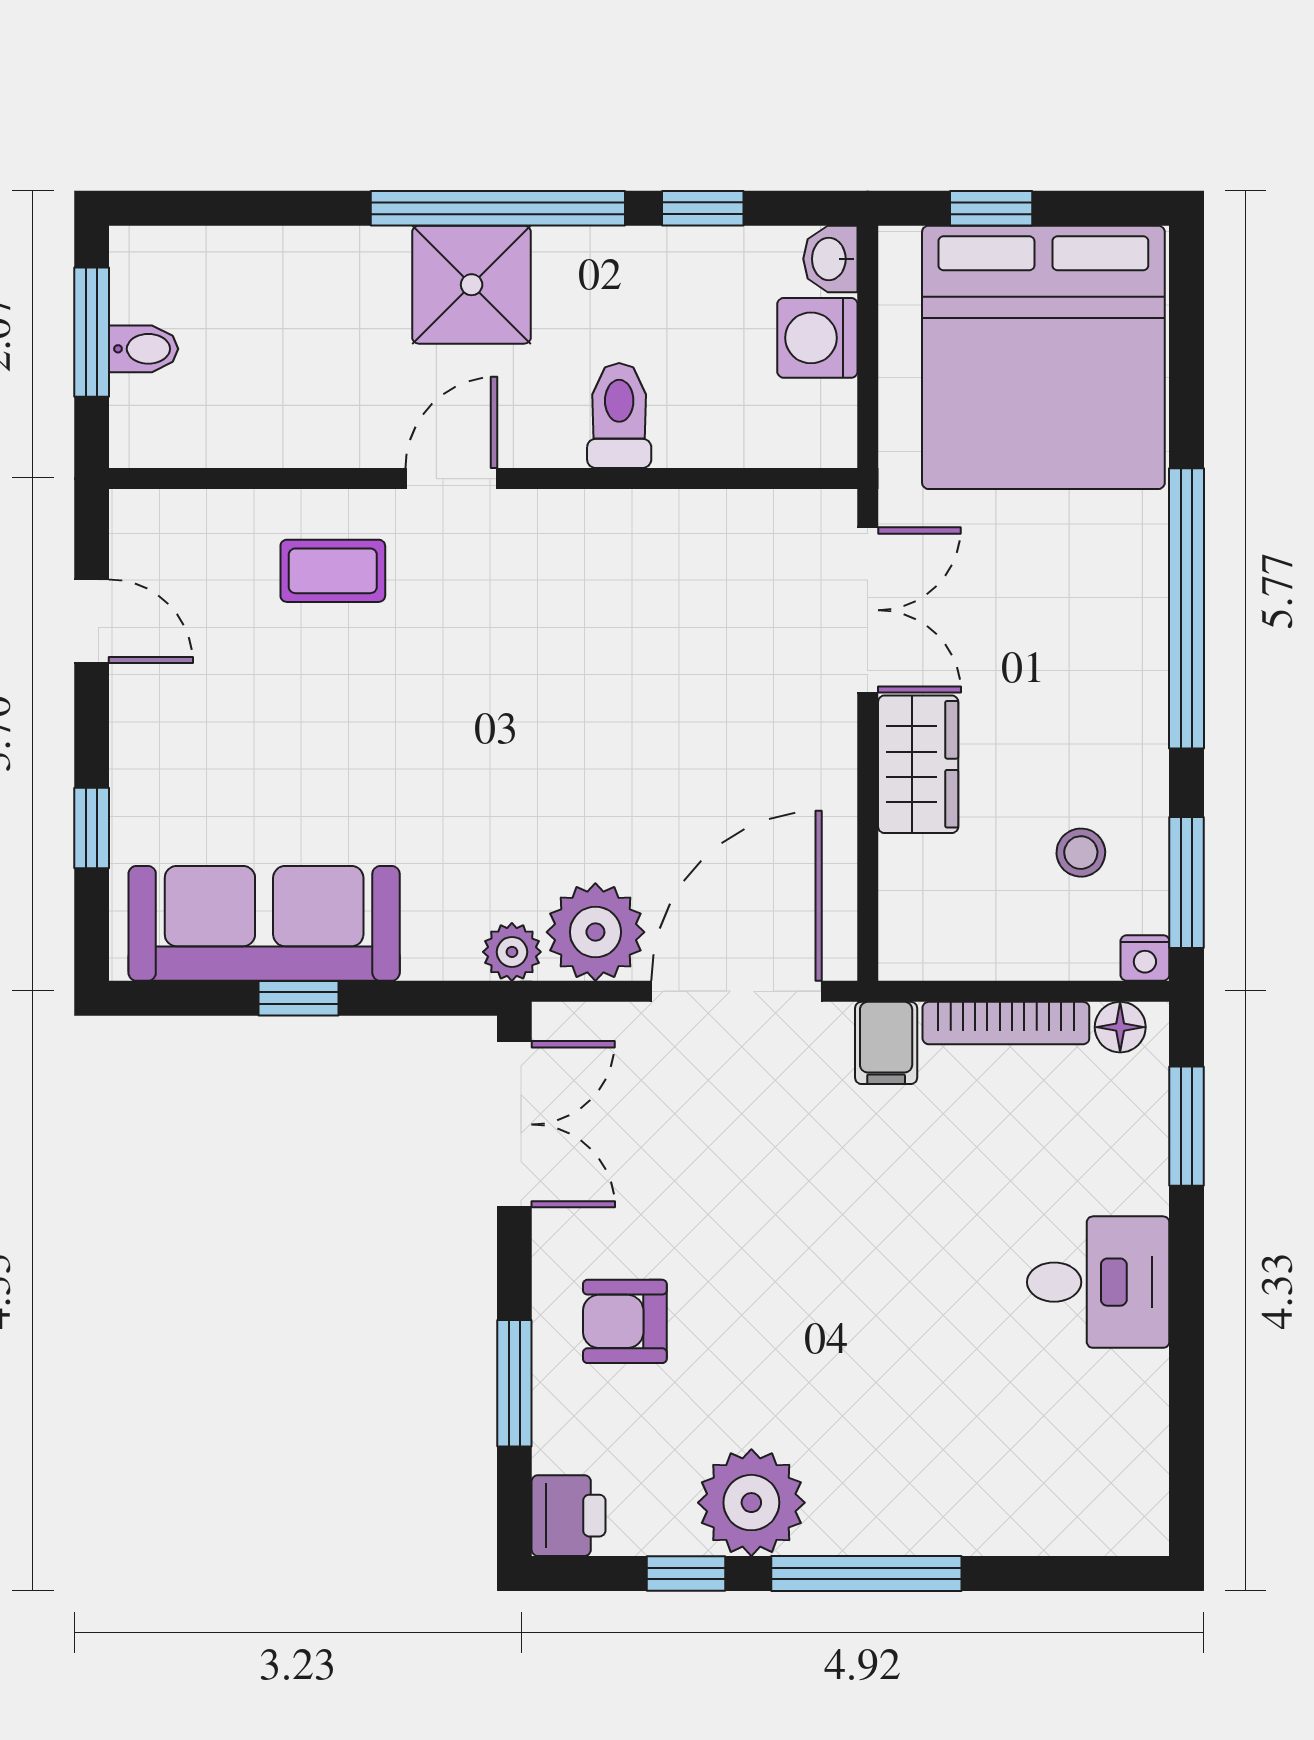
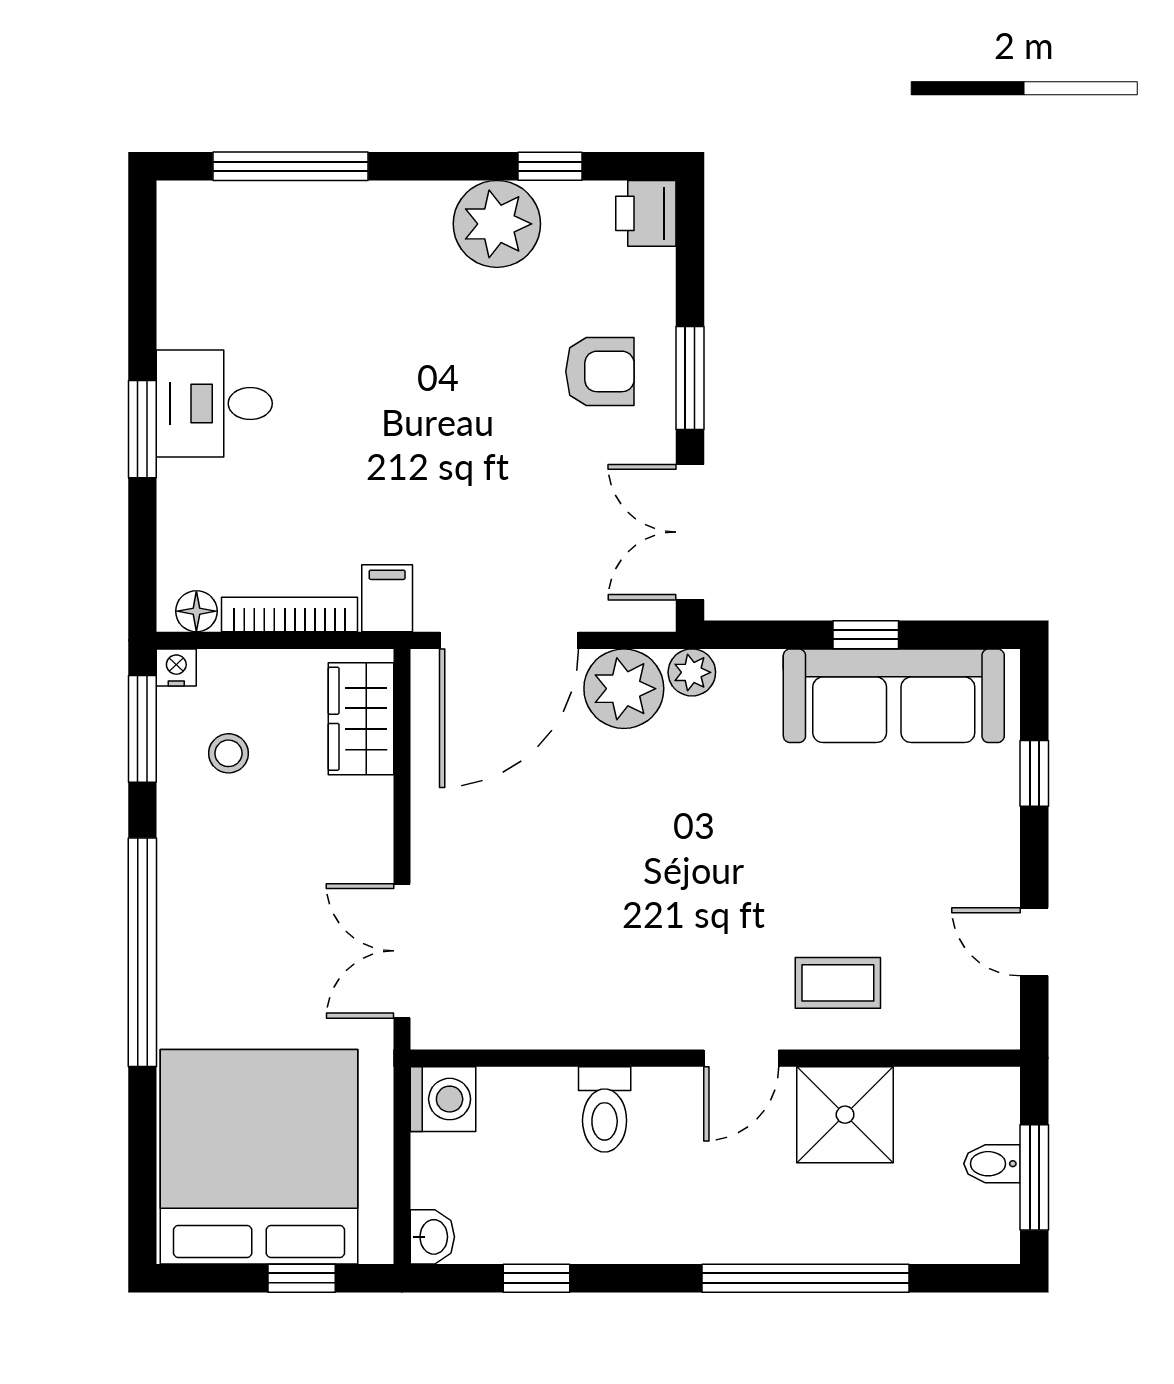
window: (498, 208) -> (805, 1278), moved
shower: (472, 285) -> (845, 1115), moved
washing machine: (817, 338) -> (443, 1099), moved
wardrobe: (918, 764) -> (361, 719), moved
window: (1187, 1126) -> (142, 429), moved
window: (514, 1383) -> (690, 378), moved
window: (866, 1573) -> (291, 166), moved

